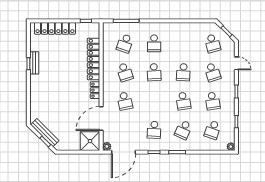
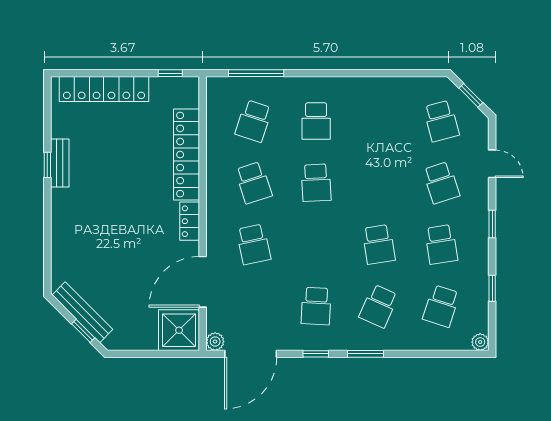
school desk: (183, 72) -> (379, 183), removed

